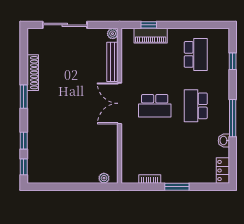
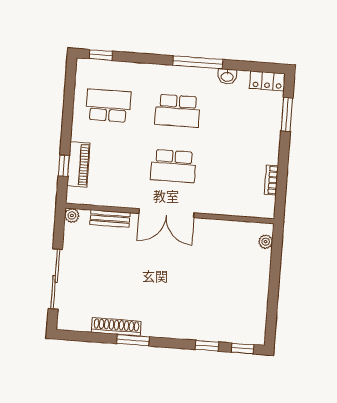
window: (233, 61) -> (101, 55), moved
bench: (112, 62) -> (110, 219), width x0.73
window: (24, 97) -> (133, 340), moved
school desk: (155, 106) -> (173, 166), turned 90
window: (177, 187) -> (287, 114), moved

